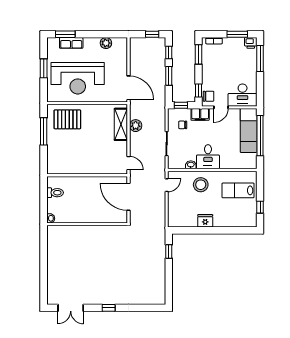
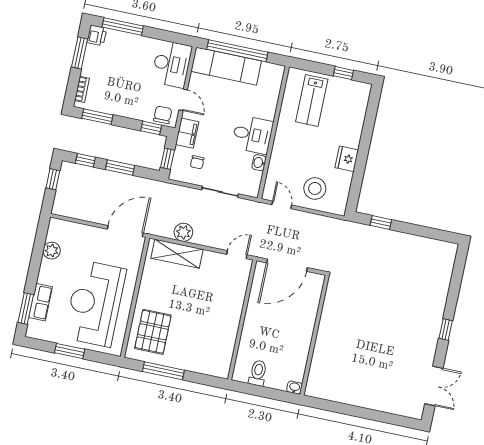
reception desk: (78, 78) -> (95, 303), turned 180
stool: (201, 185) -> (315, 188), moved

